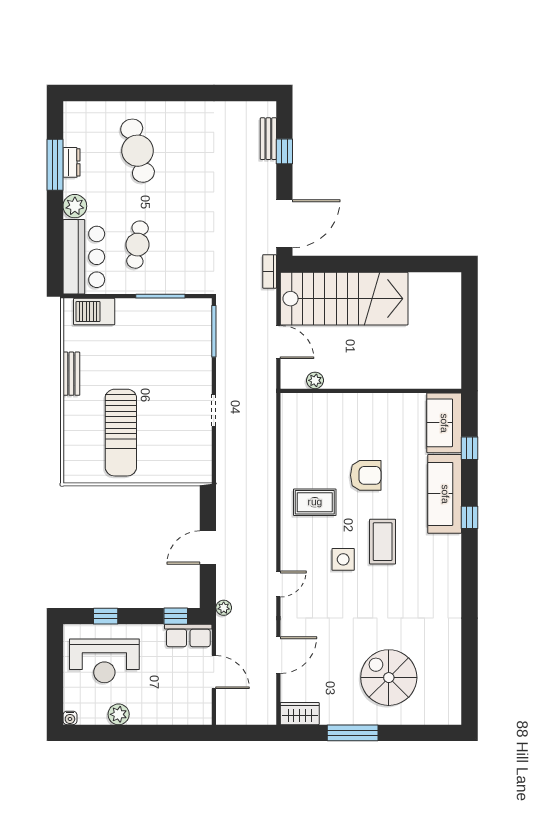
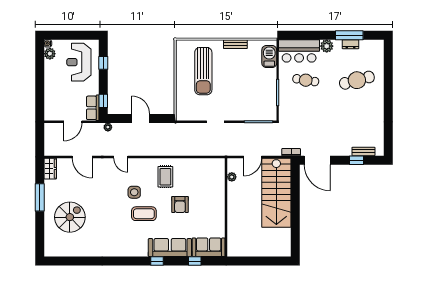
sun lounger: (121, 433) -> (203, 71), turned -90
plant: (119, 714) -> (50, 54), moved

